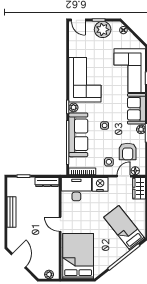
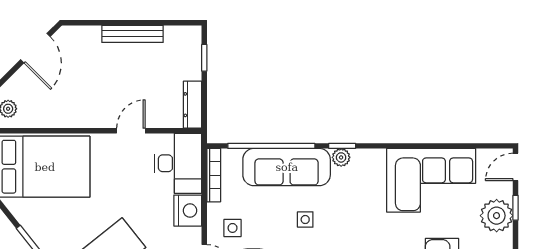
corner sofa: (85, 80) -> (431, 180), moved
door: (60, 224) -> (131, 131), moved
door: (19, 261) -> (35, 48), hinge flipped

